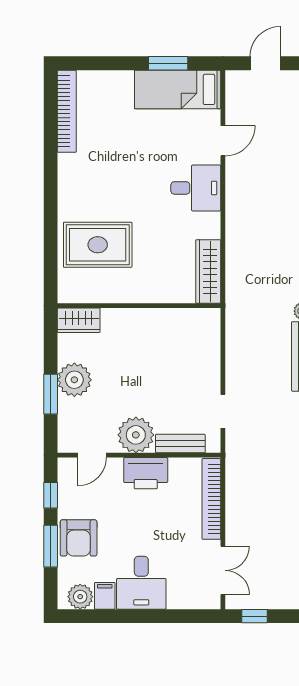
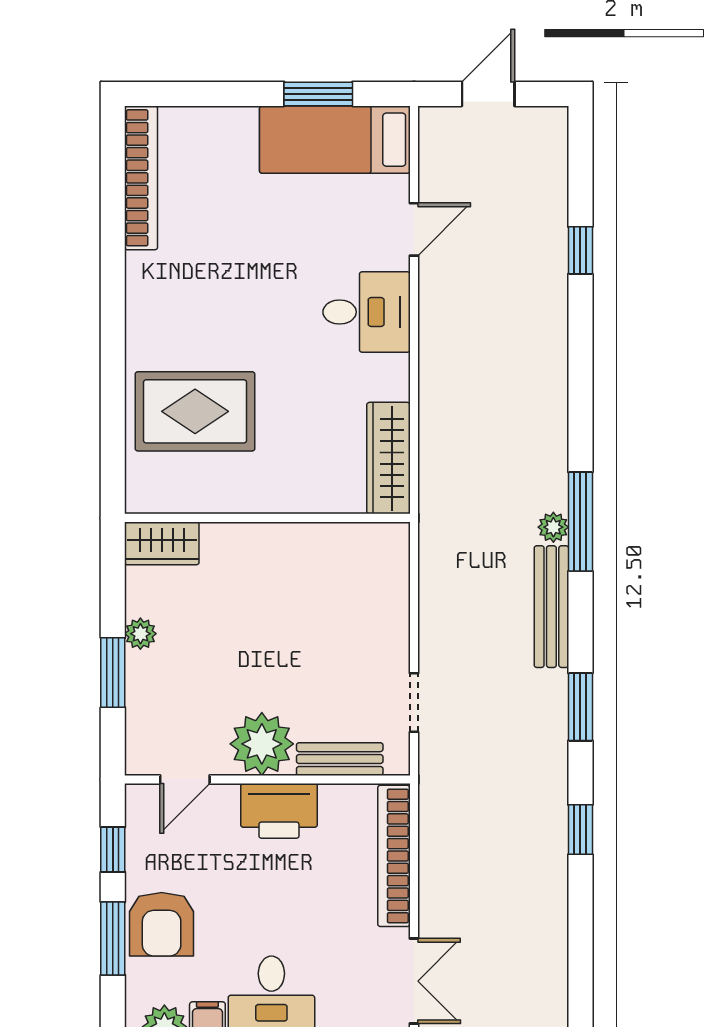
plant: (74, 380) -> (140, 634), width x0.53, depth x0.53

